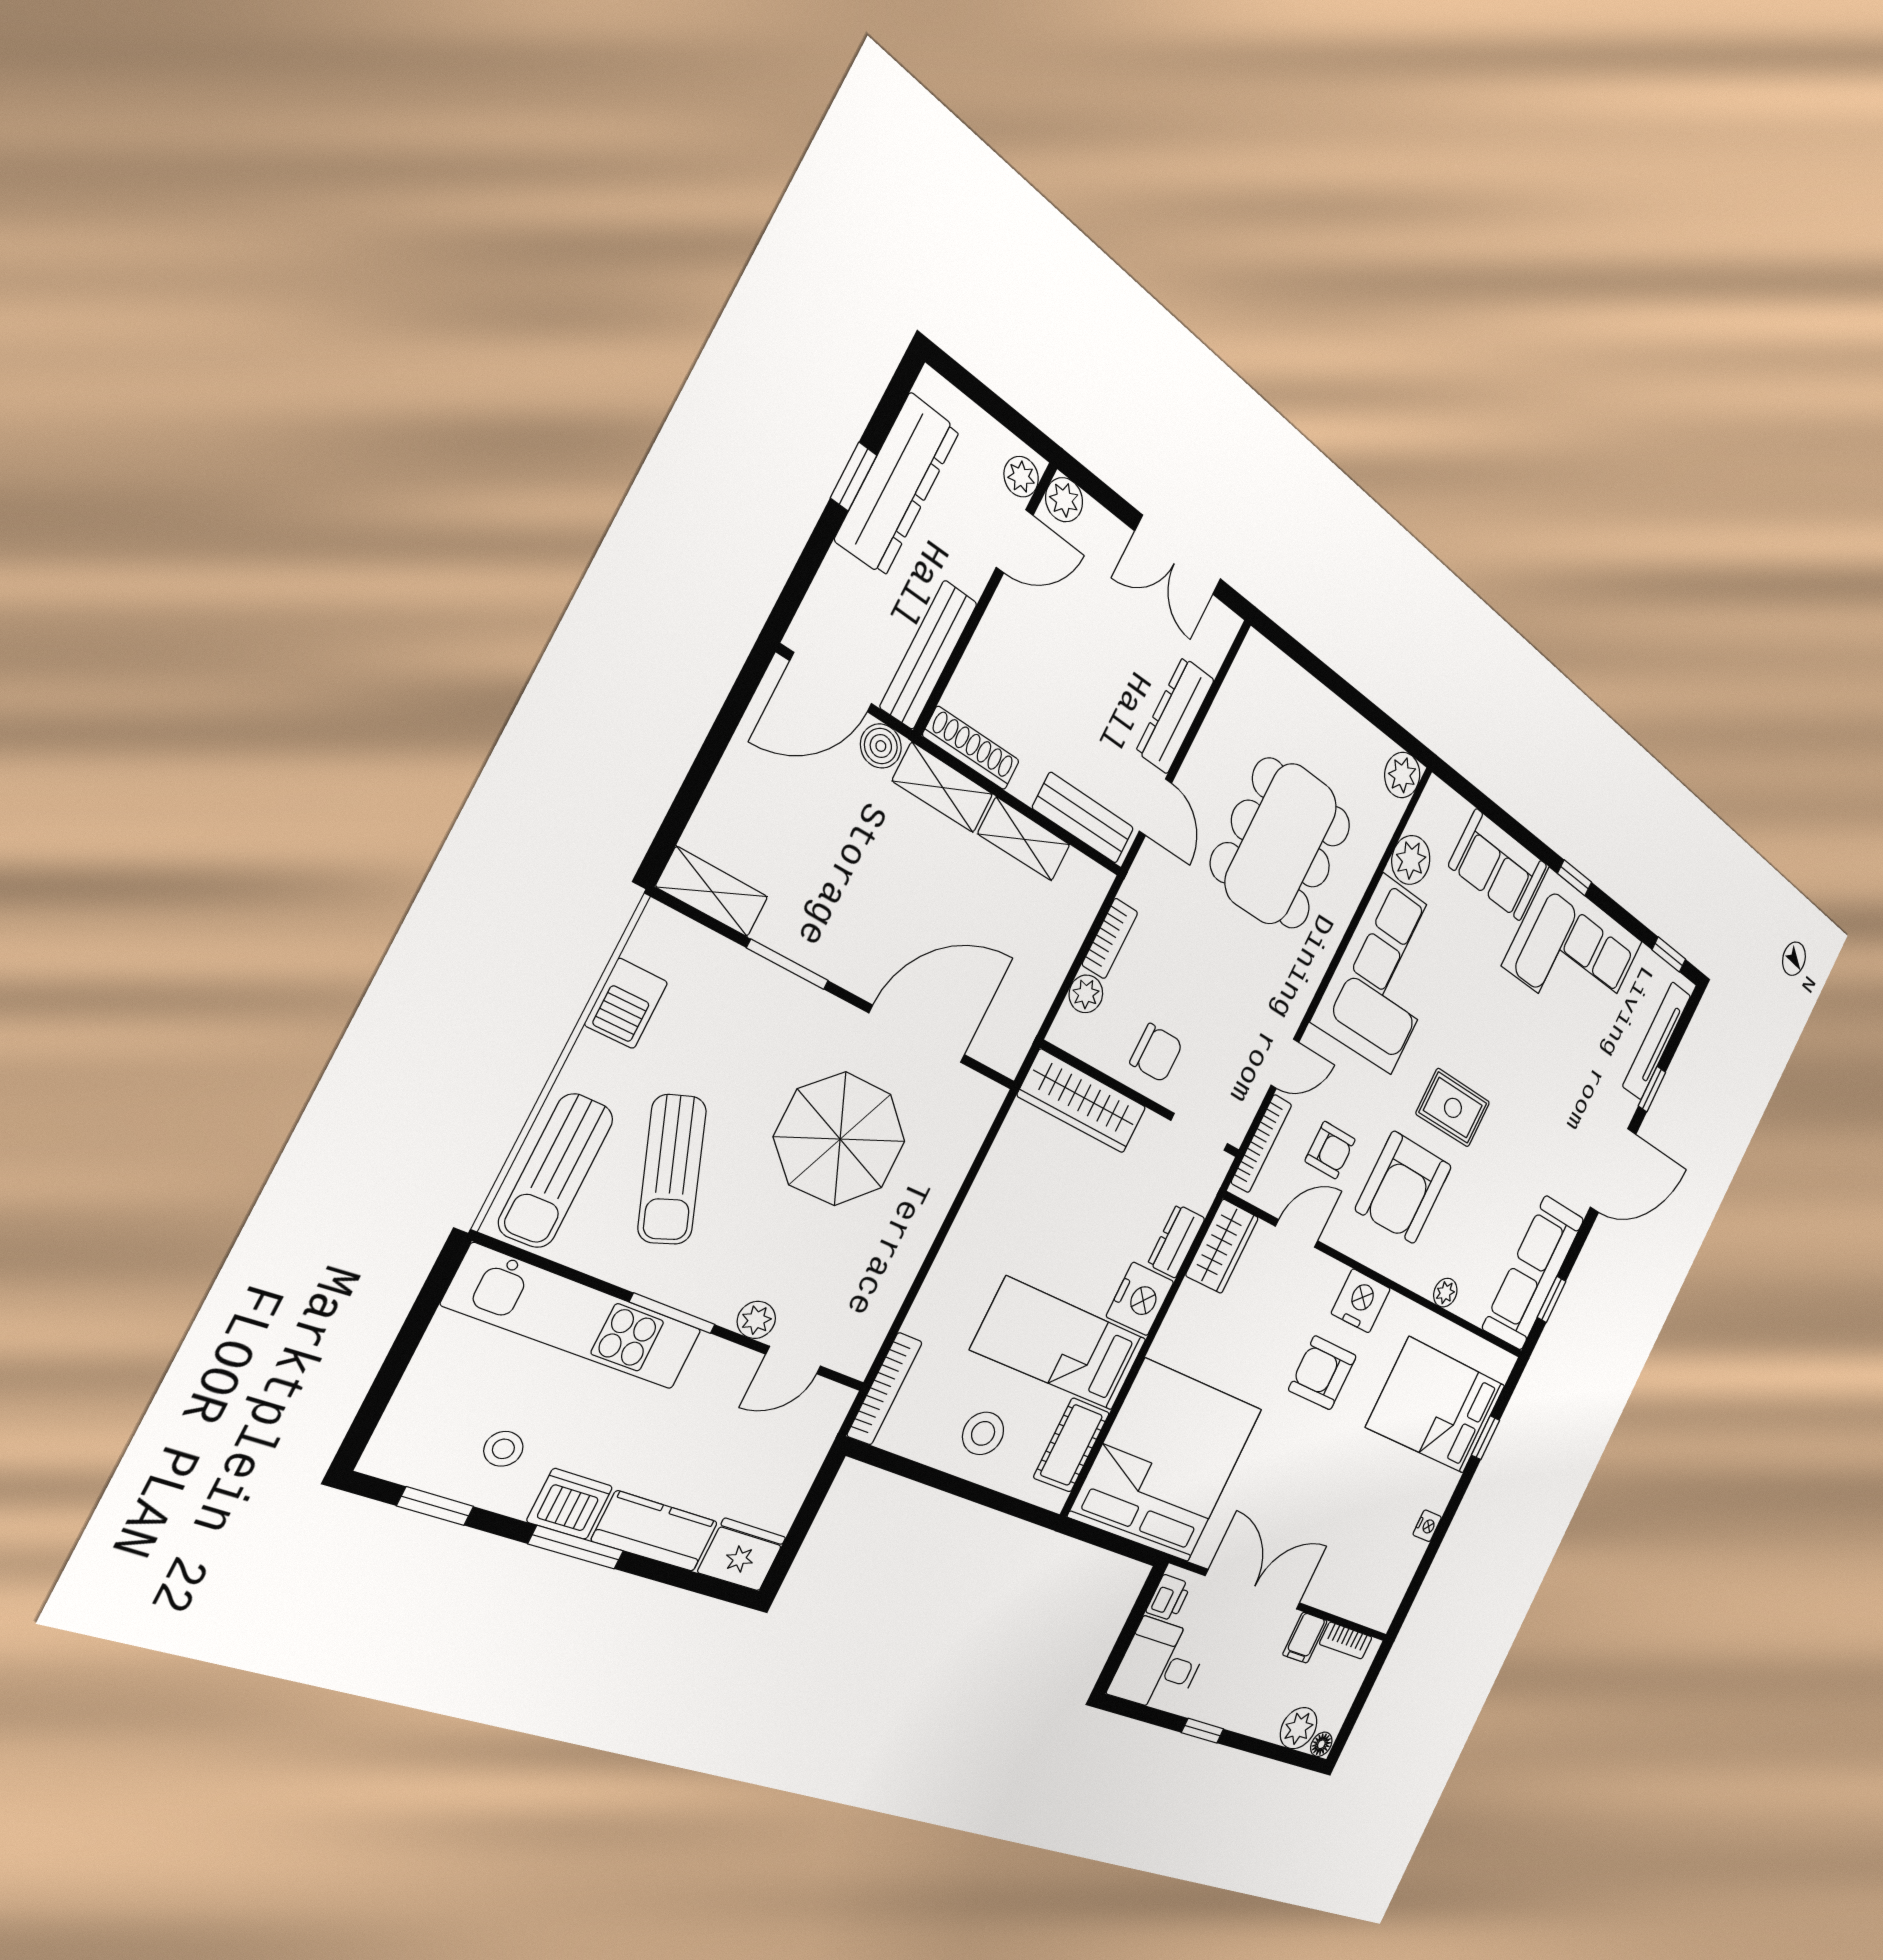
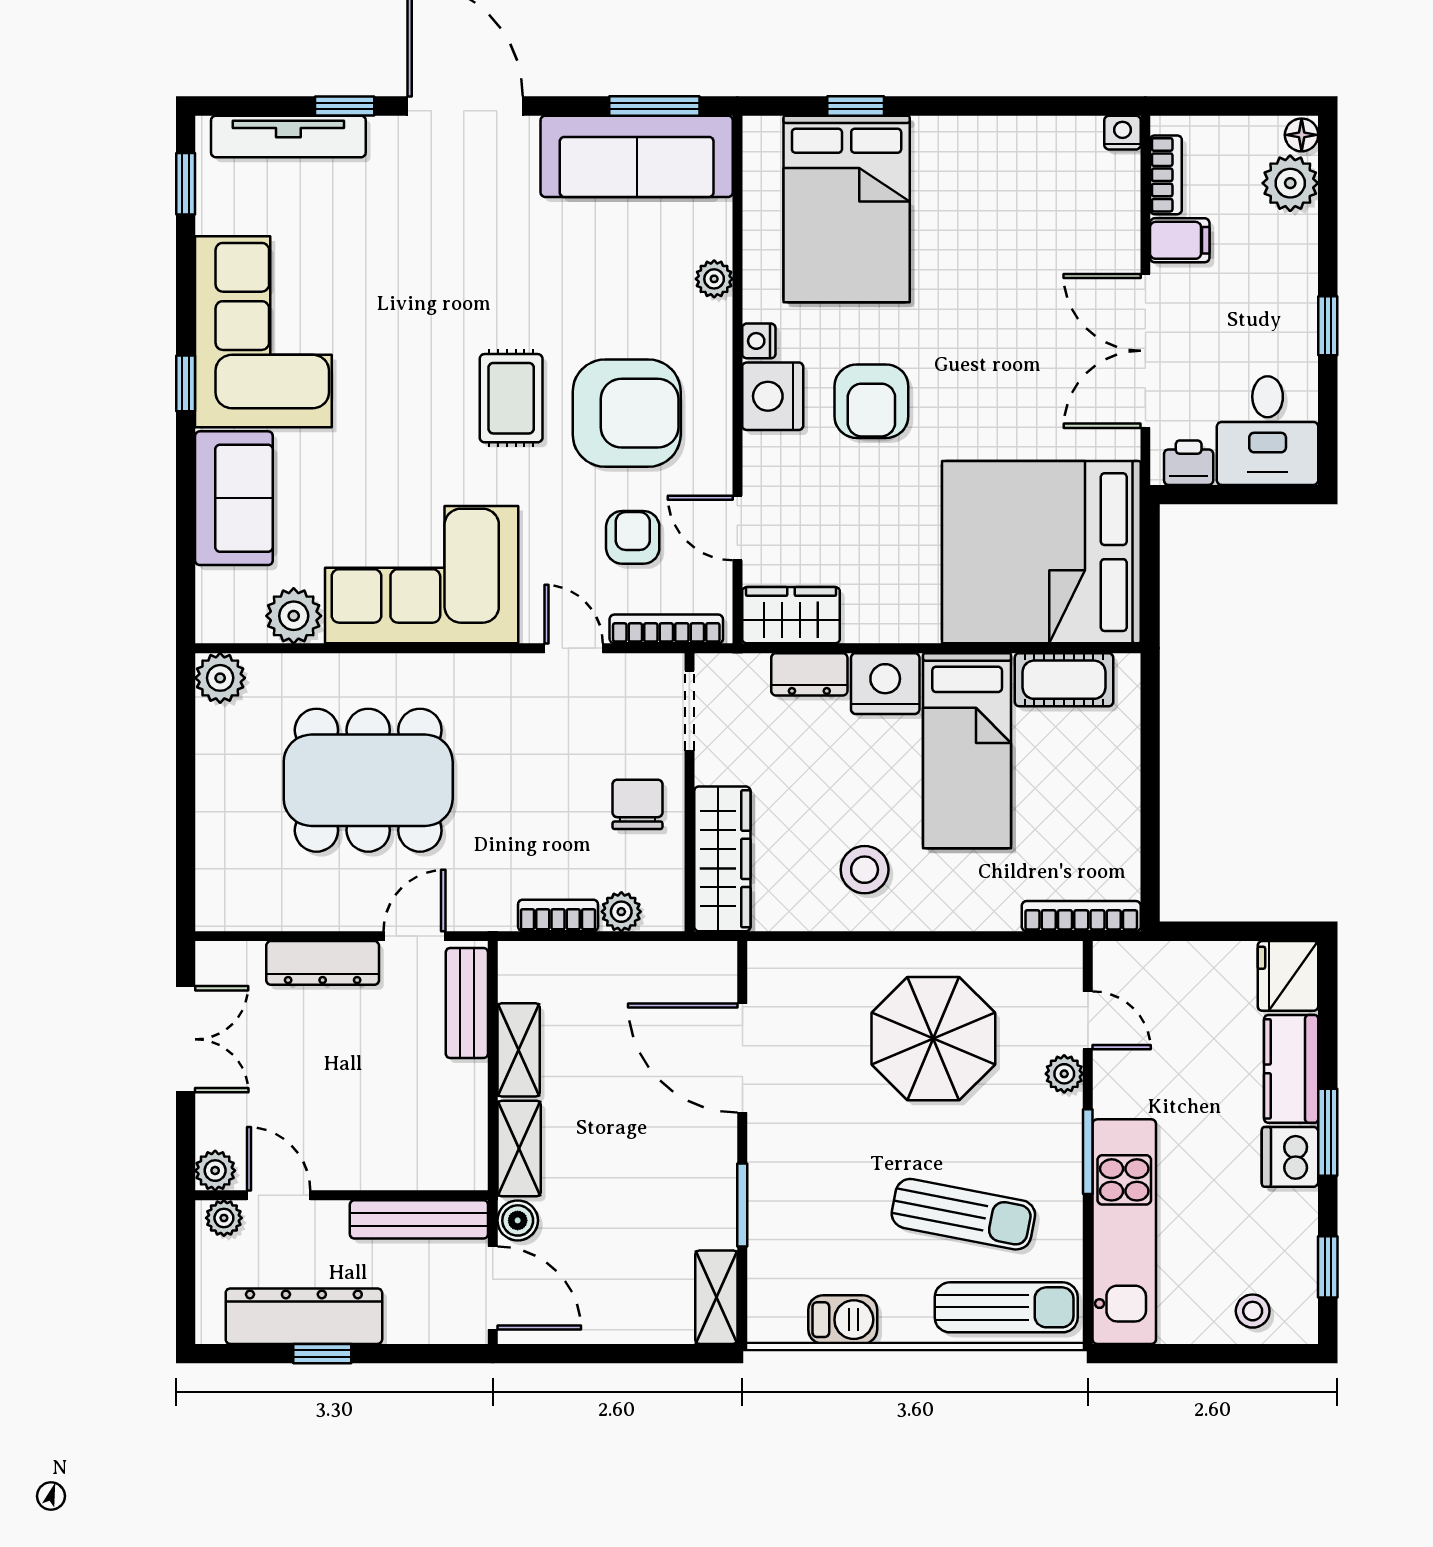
shoe rack: (971, 748) -> (471, 1141), removed
parasol: (840, 1139) -> (933, 1039), moved
sun lounger: (672, 1170) -> (963, 1214), turned 31
window: (1552, 1299) -> (654, 106), width x1.50
nightstand: (1397, 1307) -> (759, 341), added
stool: (983, 1433) -> (865, 870), moved
stool: (503, 1449) -> (1253, 1311), moved
nightstand: (1427, 1526) -> (1123, 133), moved

